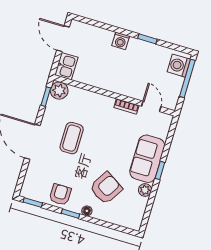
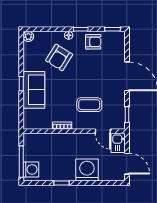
washing machine: (121, 41) -> (87, 170), width x1.89, depth x1.89
plant: (59, 91) -> (118, 122), removed
door: (151, 106) -> (103, 131), moved
coffee table: (72, 138) -> (89, 105), moved, turned 90
plant: (145, 190) -> (28, 36), moved
armchair: (60, 195) -> (93, 42), turned -90

